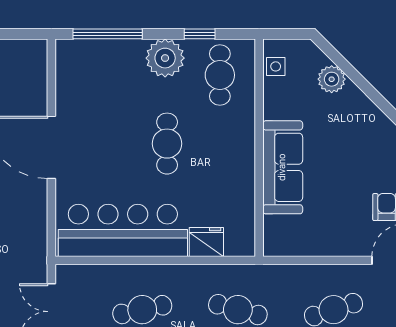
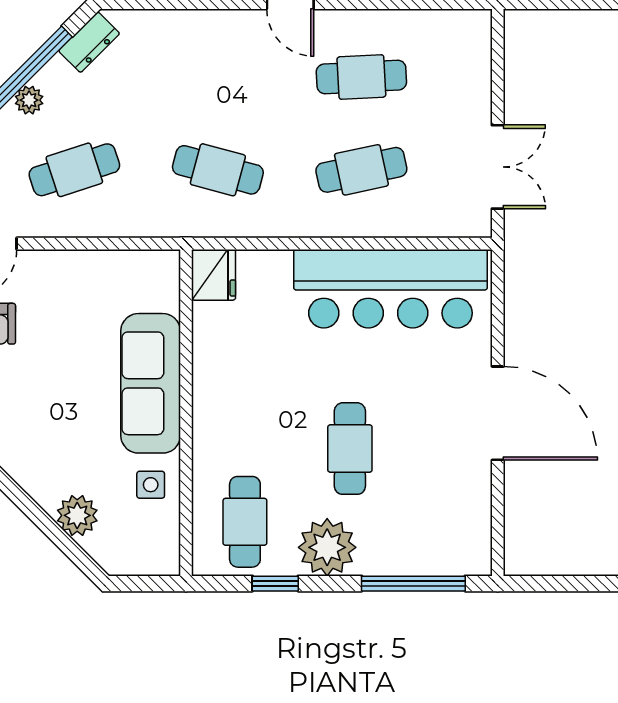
side table: (276, 66) -> (151, 485), moved
cafe table: (167, 144) -> (350, 449), moved
fridge: (206, 242) -> (214, 275), moved, turned -90

